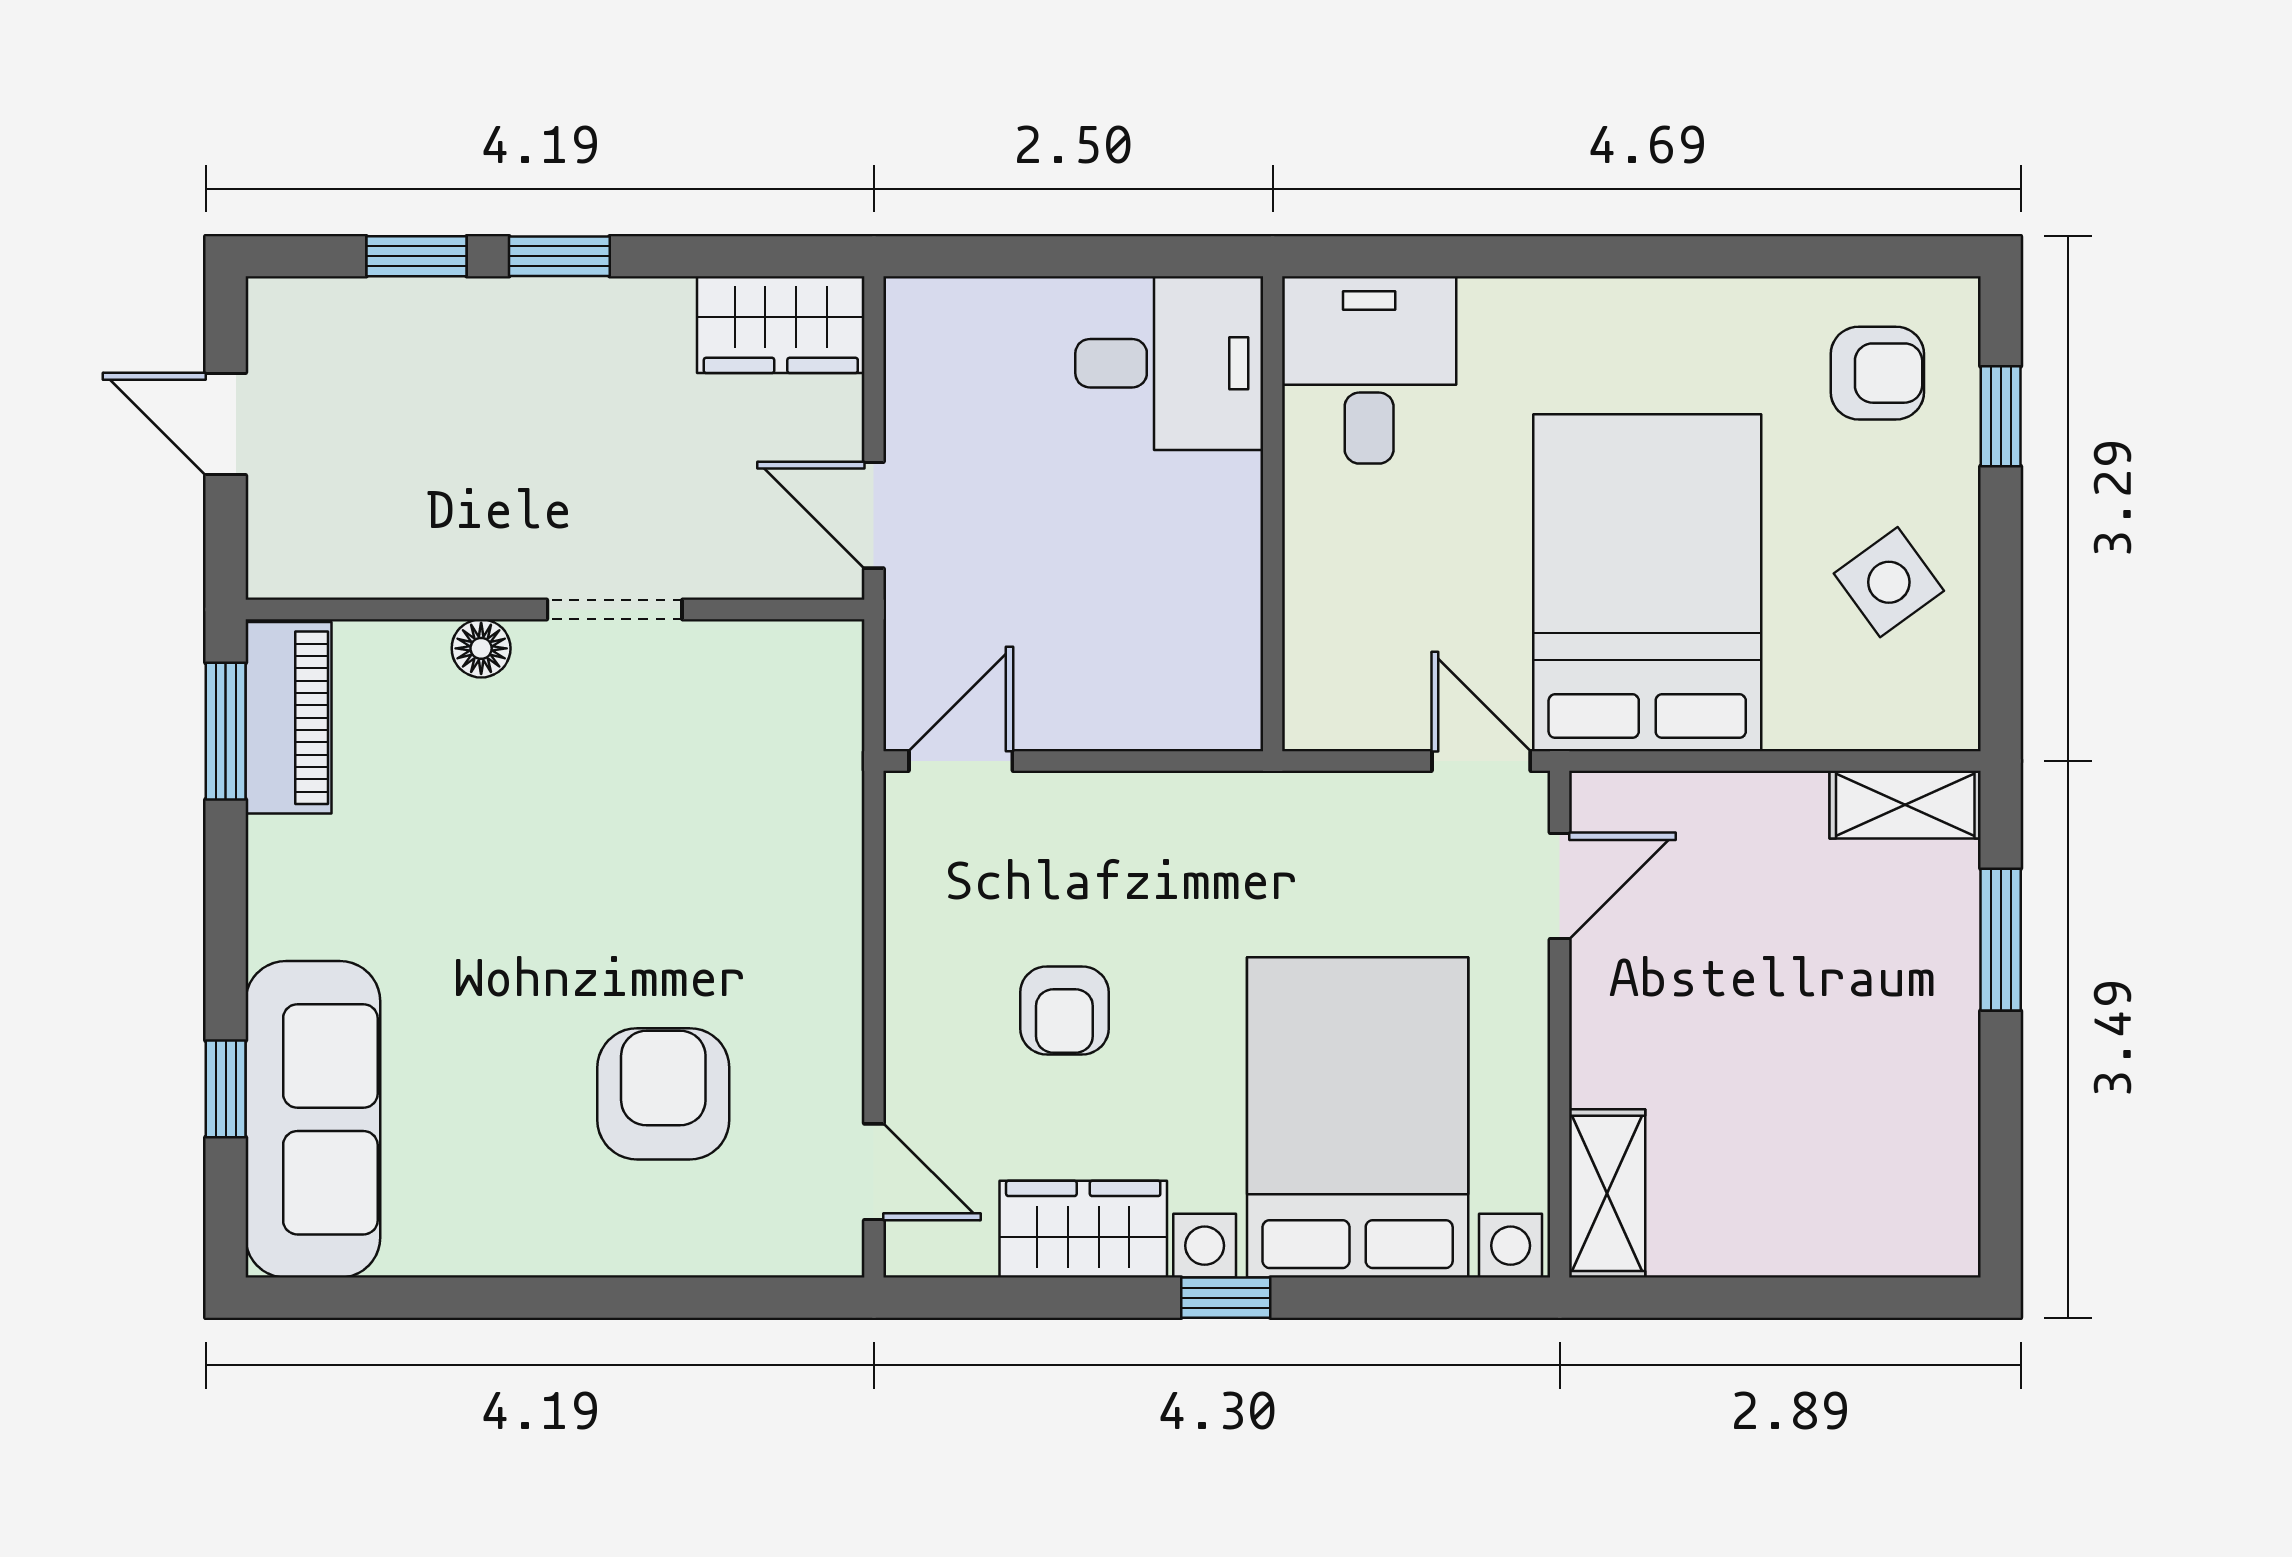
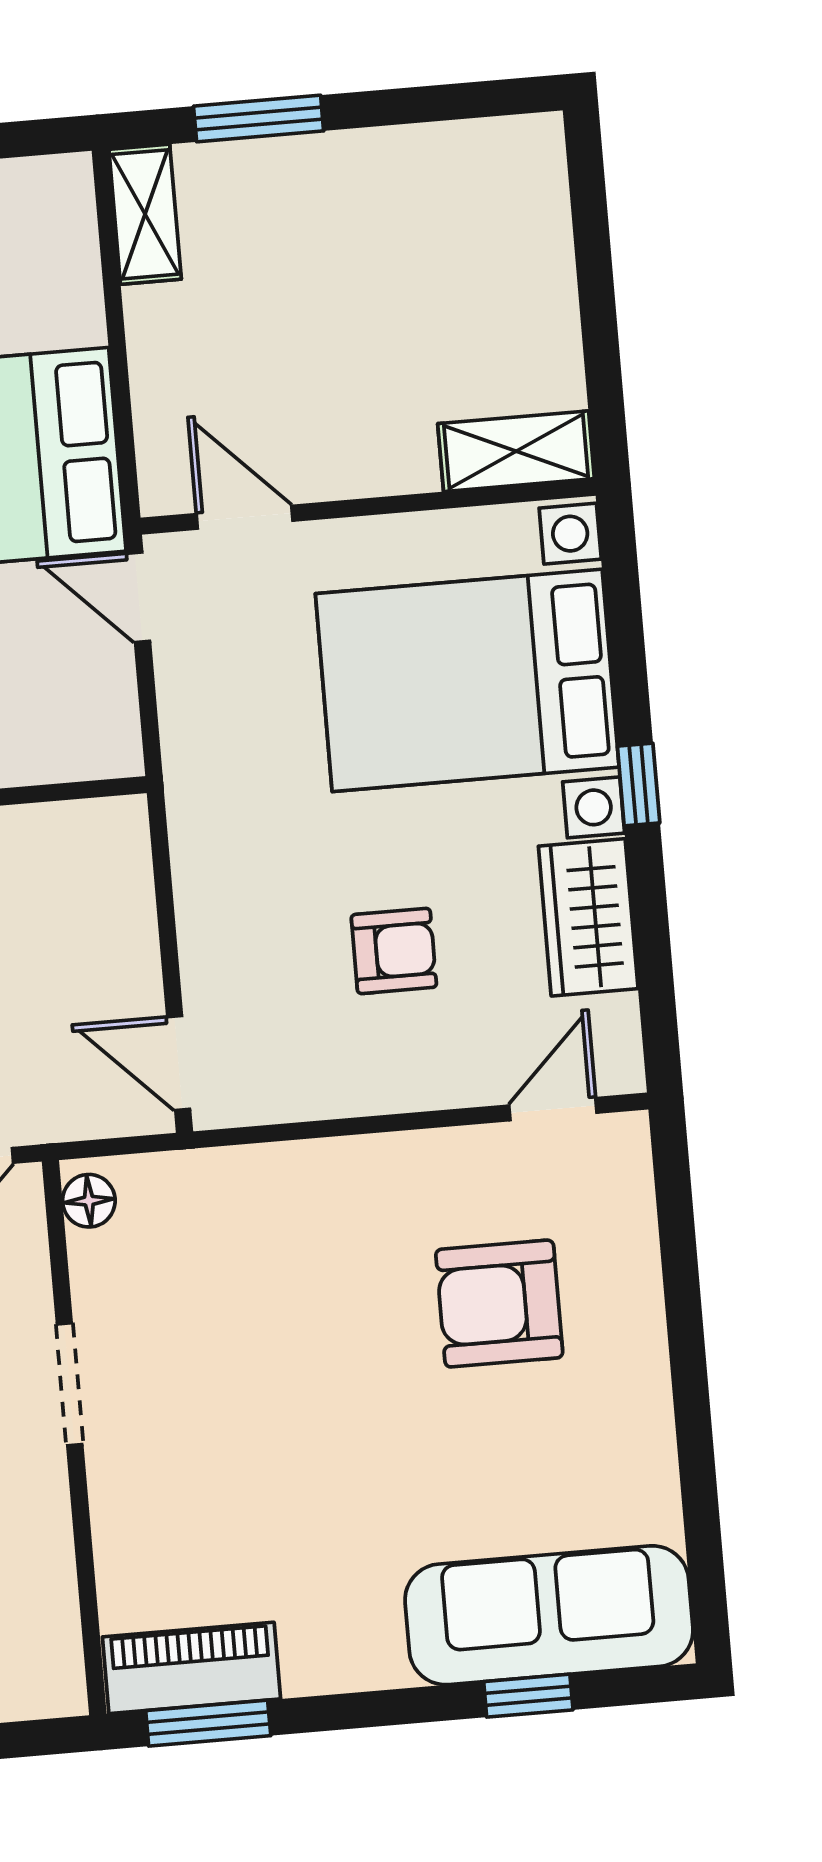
floor lamp: (481, 648) -> (89, 1201), moved
door: (1481, 761) -> (139, 597), hinge flipped

